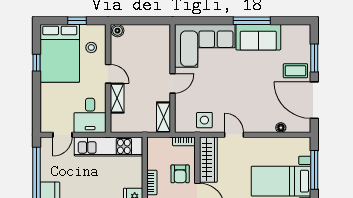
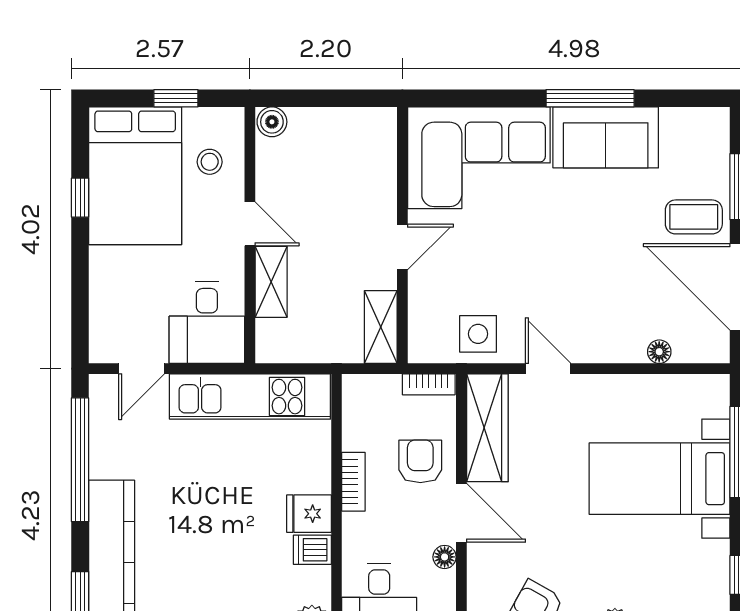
armchair: (180, 174) -> (420, 461), turned 180

